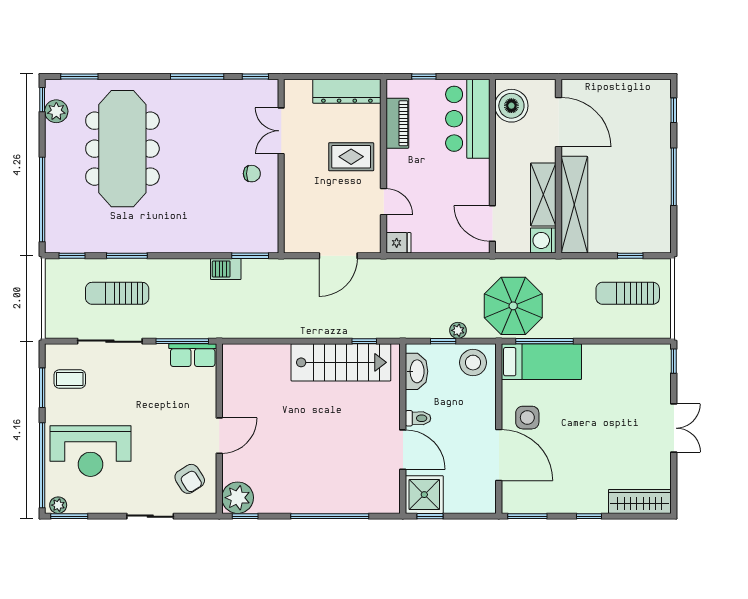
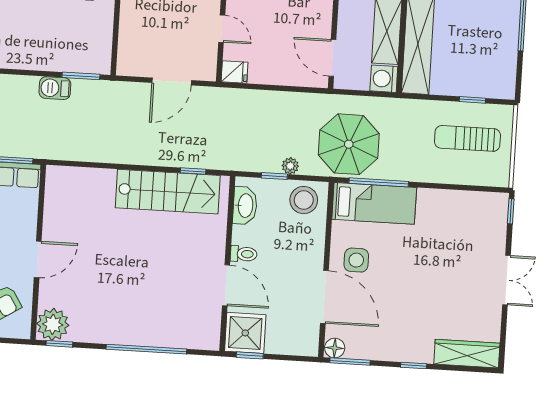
floor lamp: (512, 504) -> (335, 348), added

